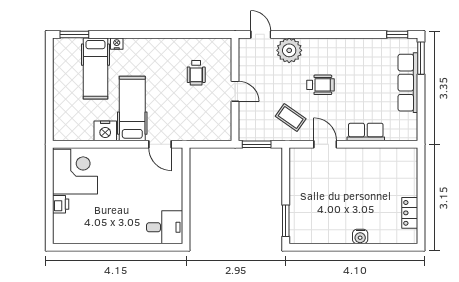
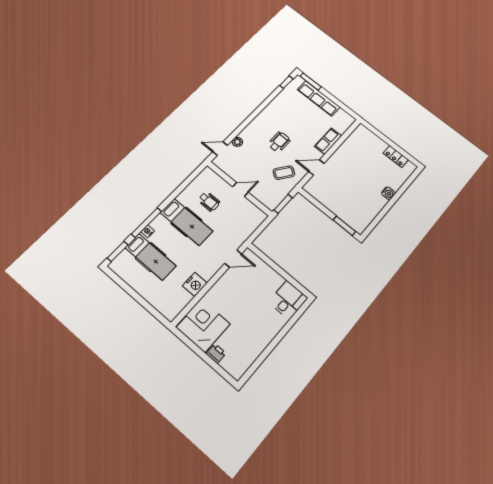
window: (124, 34) -> (146, 223), added
plant: (289, 50) -> (237, 142), width x0.53, depth x0.53
hospital bed: (132, 109) -> (186, 222), moved, turned 180

